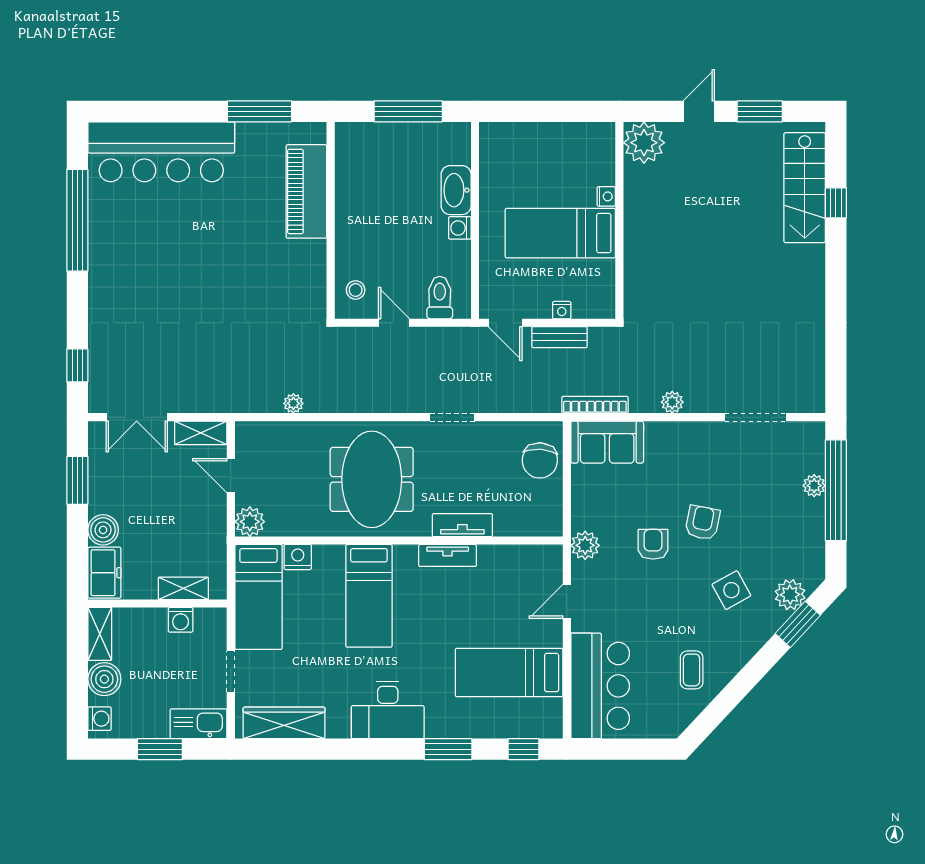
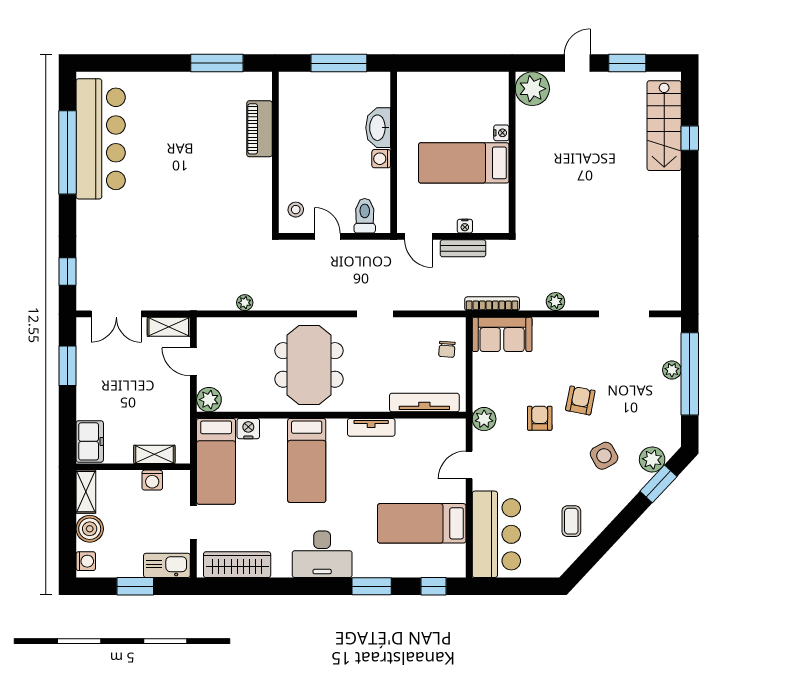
bar counter: (161, 152) -> (101, 139), moved, turned -90
piano: (306, 191) -> (259, 129), width x0.73, depth x0.75
chair: (540, 460) -> (447, 349), width x0.54, depth x0.54
tv unit: (462, 525) -> (424, 402), moved, width x1.41
boiler: (103, 530) -> (89, 406), removed

